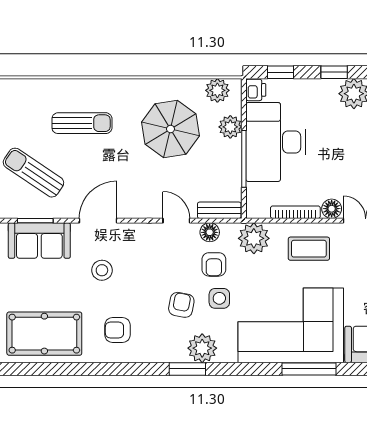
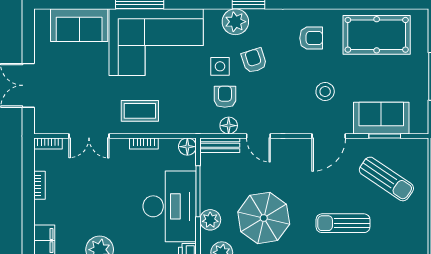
floor lamp: (332, 209) -> (187, 147), moved
bookcase: (295, 212) -> (144, 143), width x0.64
plant: (254, 238) -> (189, 120), removed
armchair: (181, 305) -> (254, 61), turned 151

